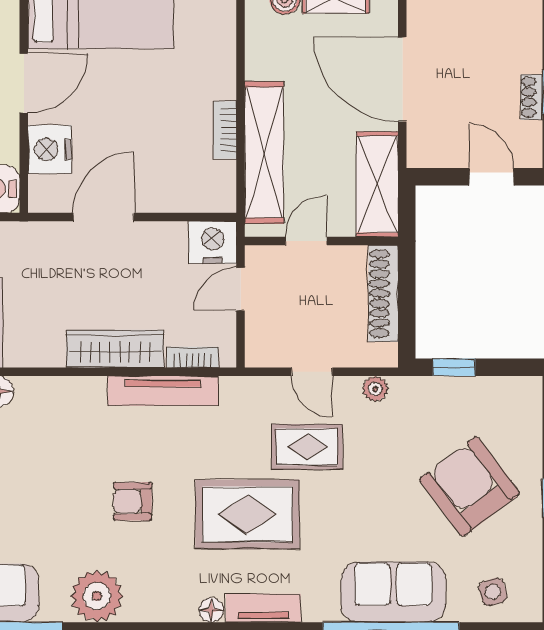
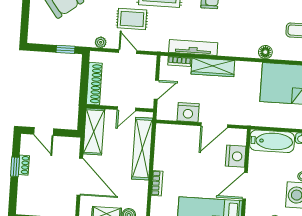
bookcase: (225, 130) -> (157, 183), moved
nightstand: (213, 242) -> (188, 112), moved

